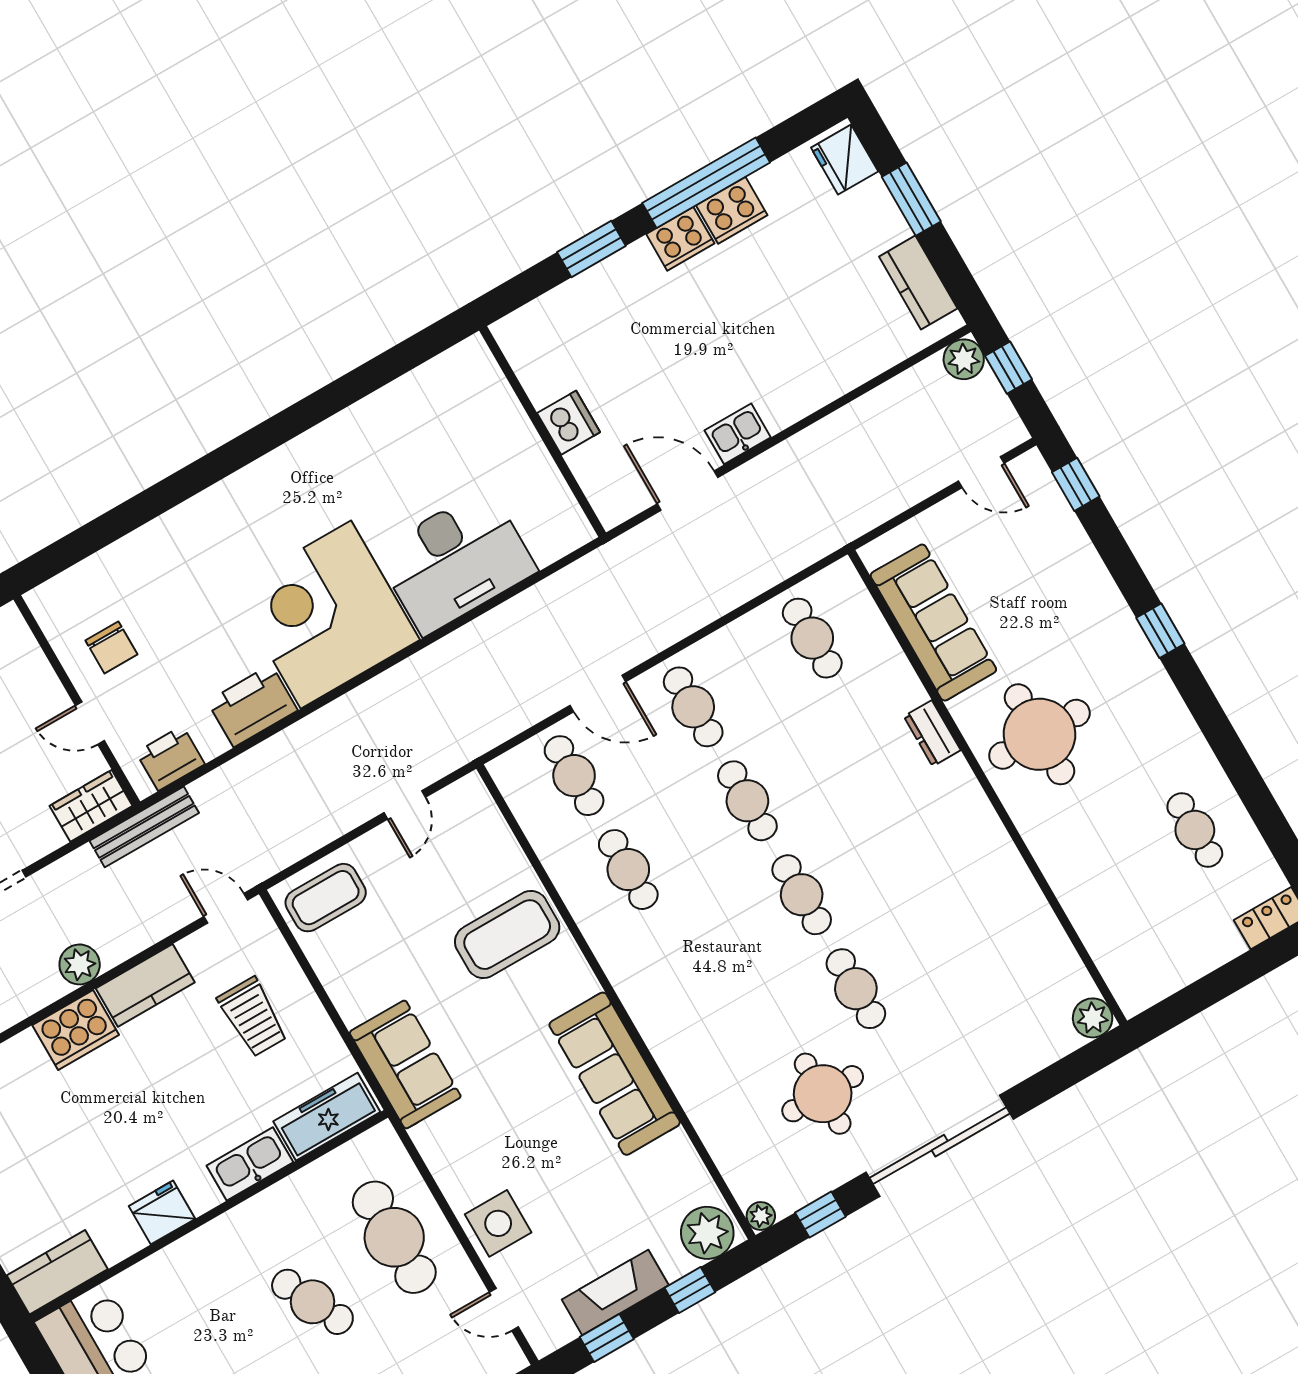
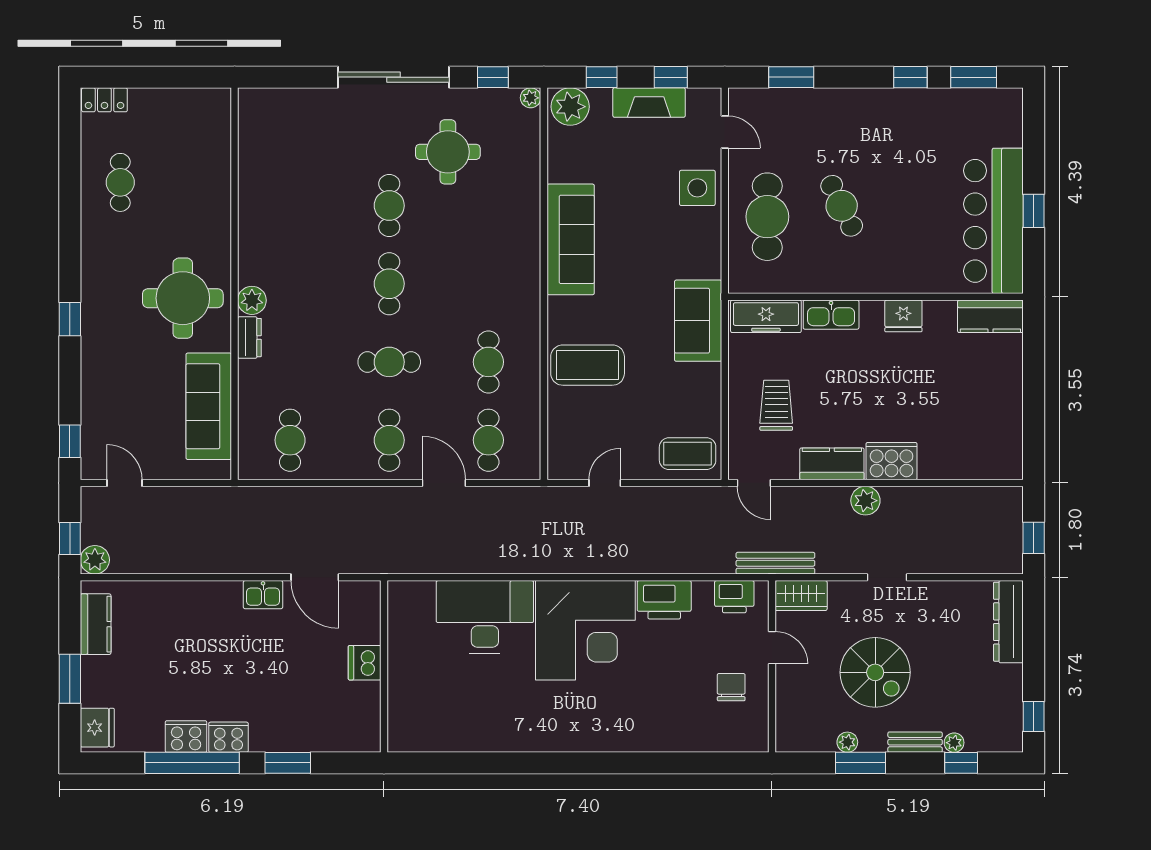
cafe table: (747, 801) -> (389, 362), turned 90
plant: (1093, 1018) -> (252, 300), moved

